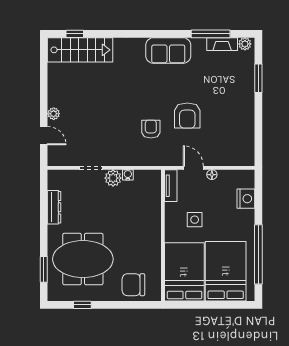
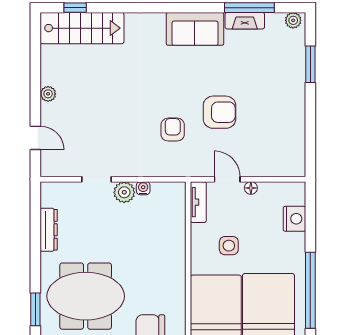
fireplace: (222, 44) -> (245, 21), moved
plant: (54, 114) -> (48, 94), moved
armchair: (187, 116) -> (219, 112), turned -90

